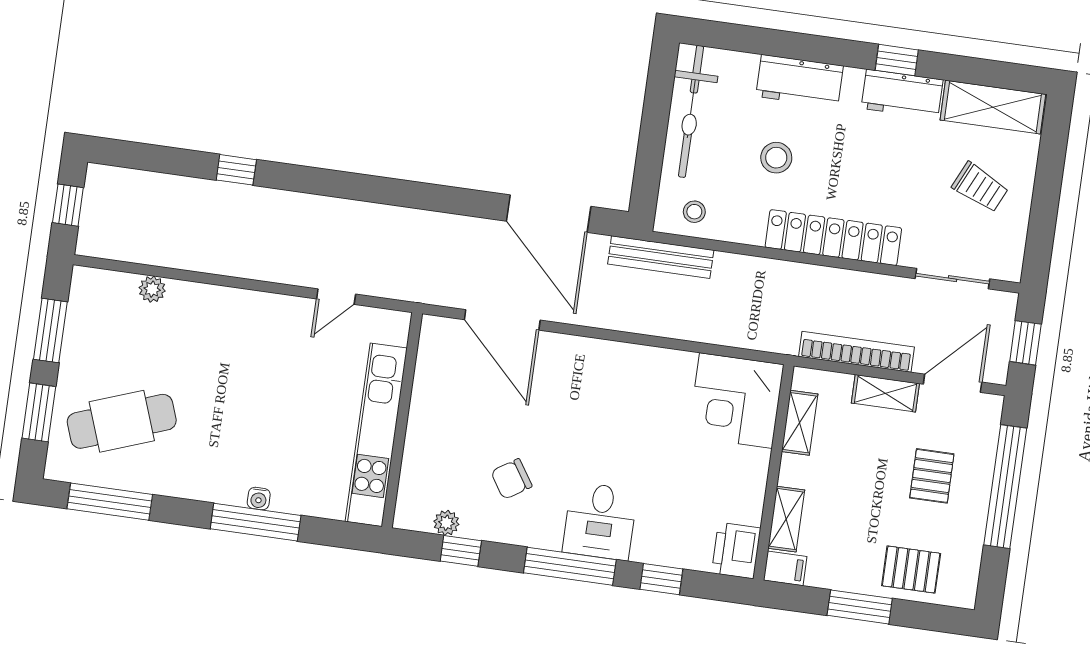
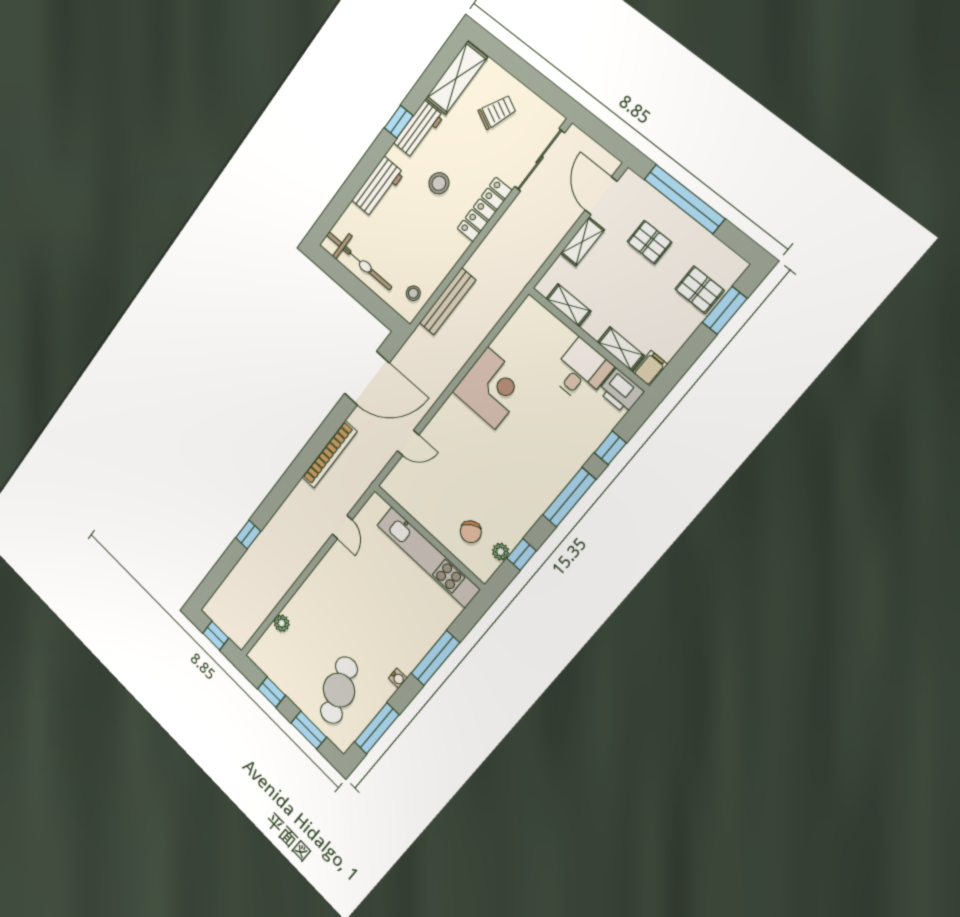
stool: (776, 158) -> (439, 183), moved
locker: (833, 238) -> (484, 210), width x0.71, depth x0.83
bench: (661, 257) -> (448, 301), moved
sliding door: (952, 279) -> (540, 160), width x1.37
door: (502, 320) -> (408, 443), width x0.53
window: (50, 331) -> (271, 692), width x0.67
window: (1025, 343) -> (604, 136), removed
bookcase: (856, 352) -> (329, 454), moved, turned 180
corner desk: (736, 401) -> (491, 388), moved, turned -90
chair: (511, 479) -> (471, 532), moved
water cooler: (259, 499) -> (398, 678), moved
desk: (600, 521) -> (581, 371), moved, turned -90
pallet: (911, 570) -> (700, 290), turned 90
window: (860, 607) -> (725, 310), moved

